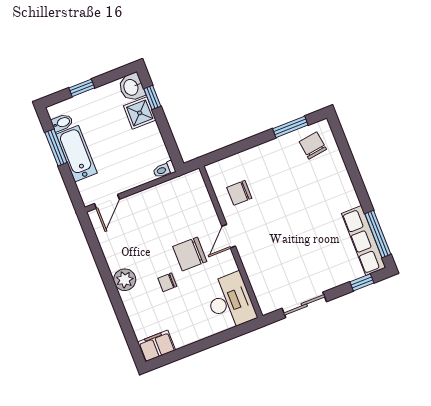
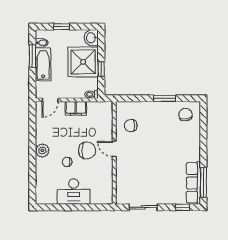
window: (152, 97) -> (101, 69), moved
shower: (140, 113) -> (83, 62), width x1.86, depth x1.86
window: (290, 127) -> (165, 98), moved
door: (229, 236) -> (114, 149), hinge flipped
chair: (190, 254) -> (87, 150), turned 180
desk: (230, 301) -> (74, 191), moved, turned 90
filing cabinet: (156, 346) -> (76, 108), moved, turned 180

